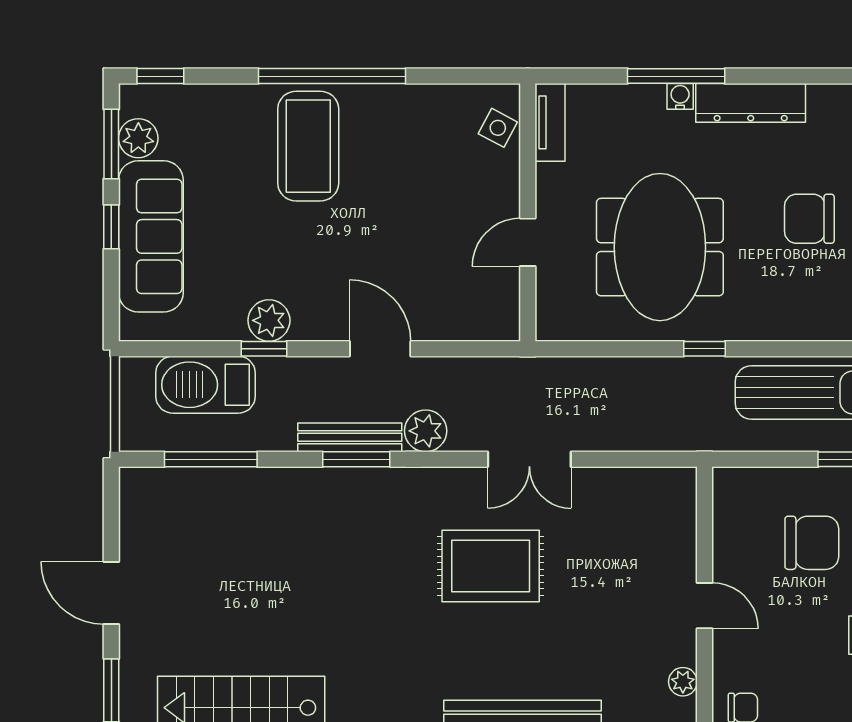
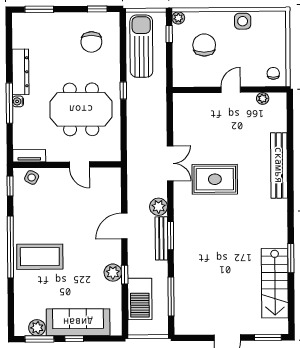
window: (160, 76) -> (10, 186), moved
chair: (809, 219) -> (91, 42), moved
rug: (491, 566) -> (215, 179), turned 90

